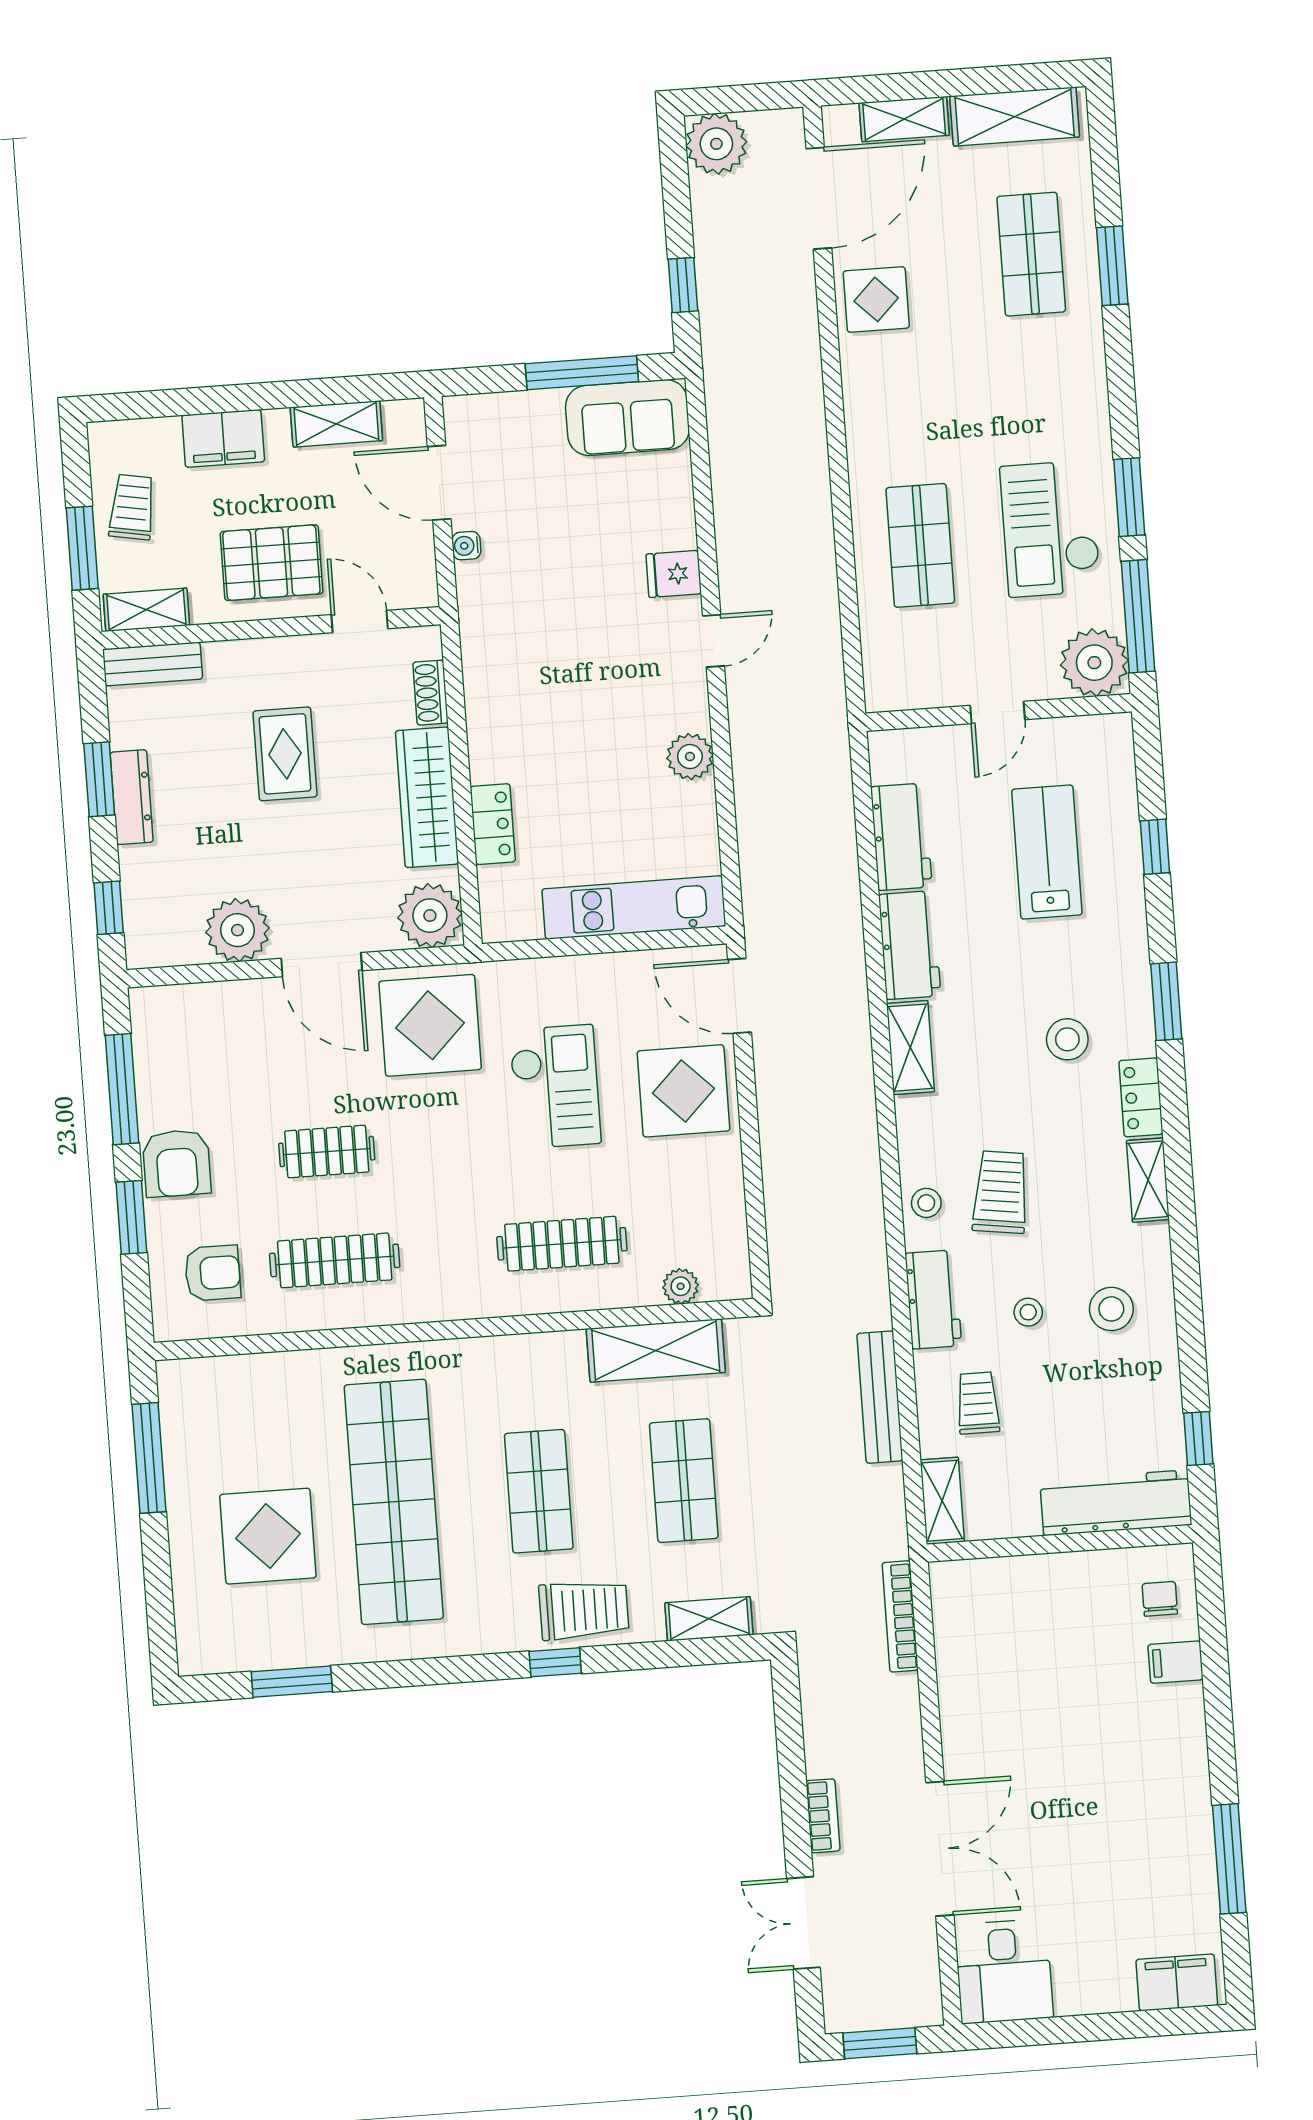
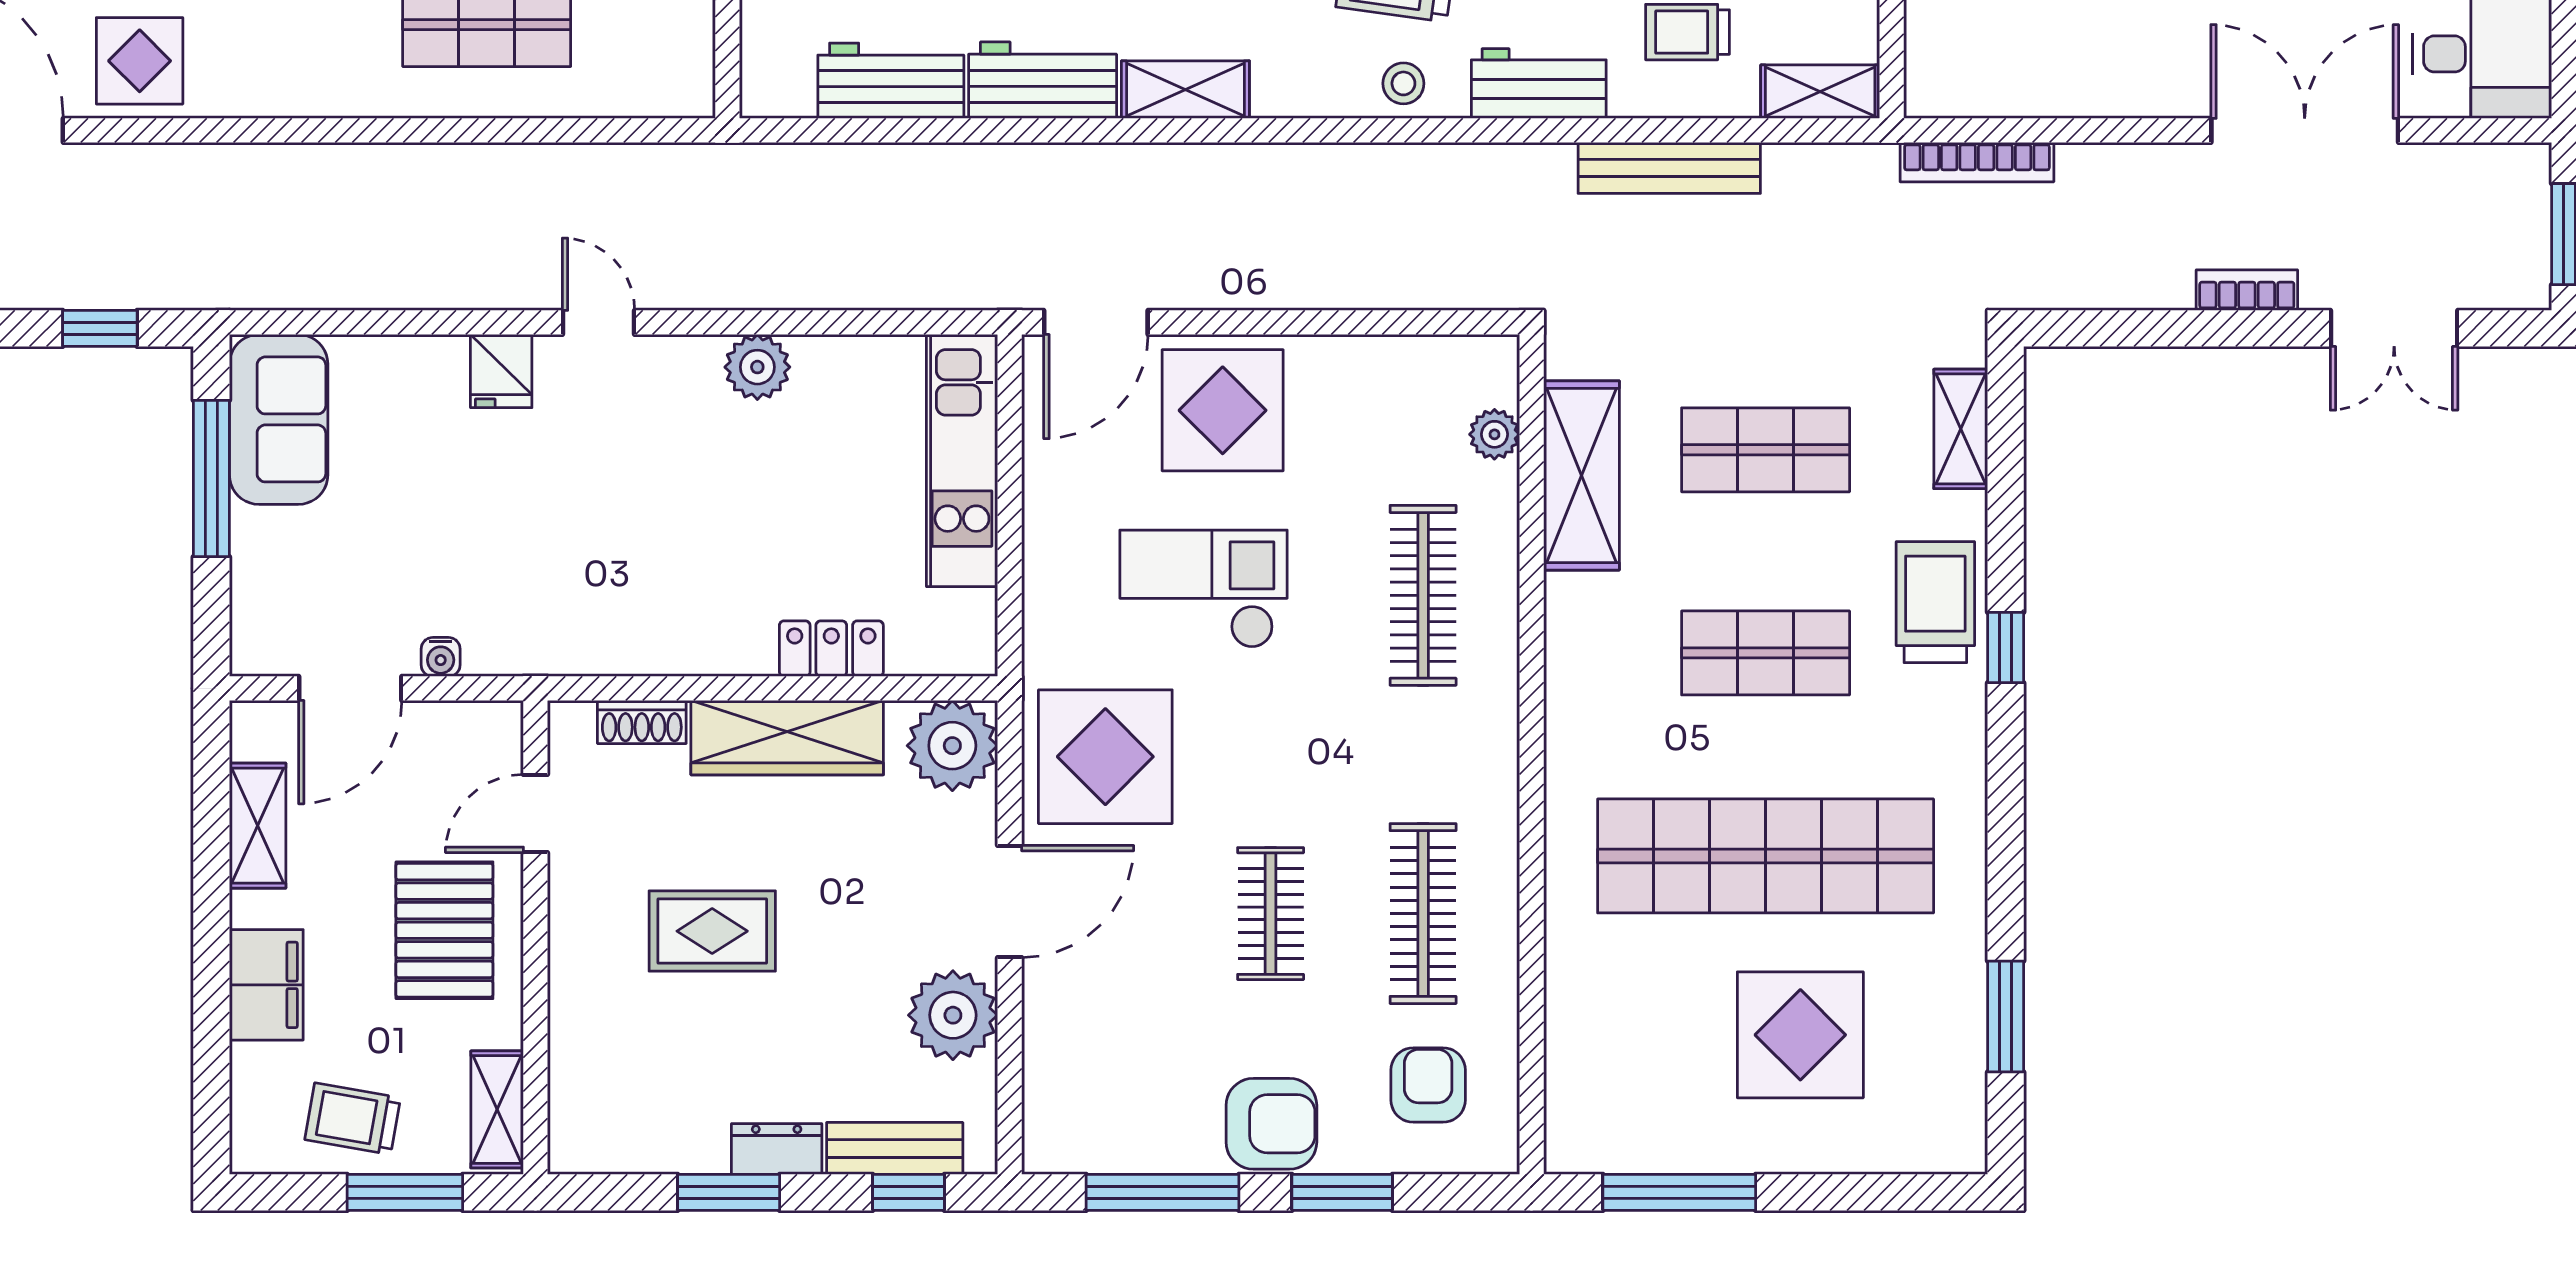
bench: (153, 664) -> (895, 1148), moved, turned 90
dresser: (132, 797) -> (777, 1149), width x0.70

